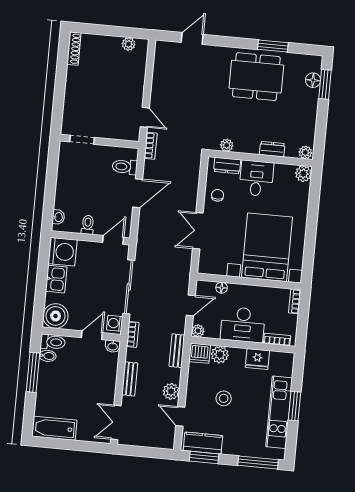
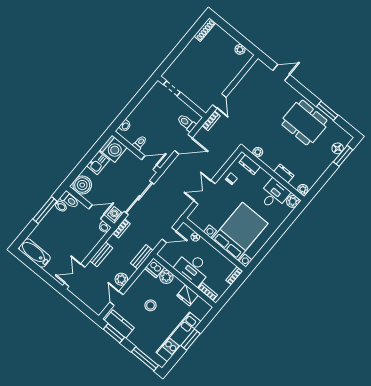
desk: (256, 178) -> (274, 195), moved
plant: (198, 331) -> (163, 253), removed

